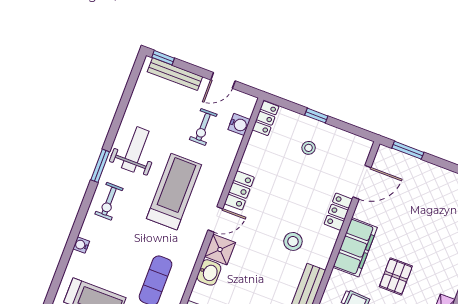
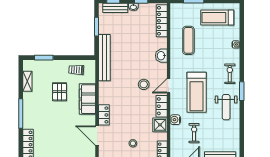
water cooler: (239, 124) -> (175, 120), moved
door: (362, 182) -> (97, 136), hinge flipped
stool: (293, 241) -> (144, 84), moved
shower: (220, 250) -> (160, 125), moved

